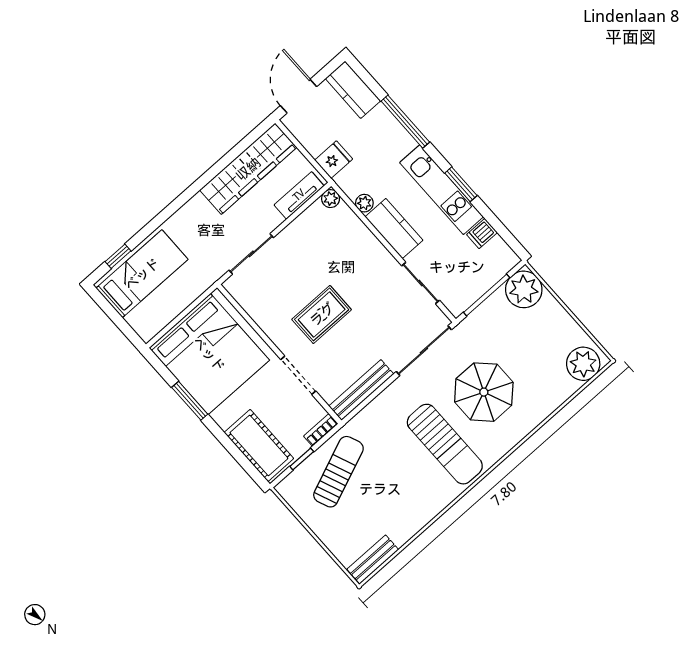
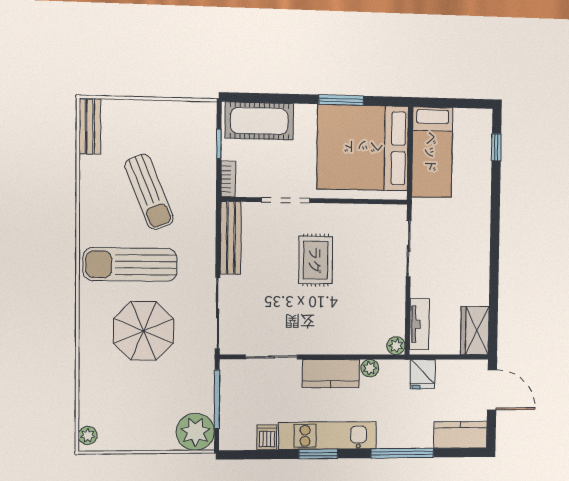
wardrobe: (248, 169) -> (475, 331), width x0.48, depth x0.85
bed: (142, 274) -> (432, 152), moved
plant: (583, 364) -> (88, 435), width x0.53, depth x0.53
sun lounger: (338, 472) -> (149, 192), moved

